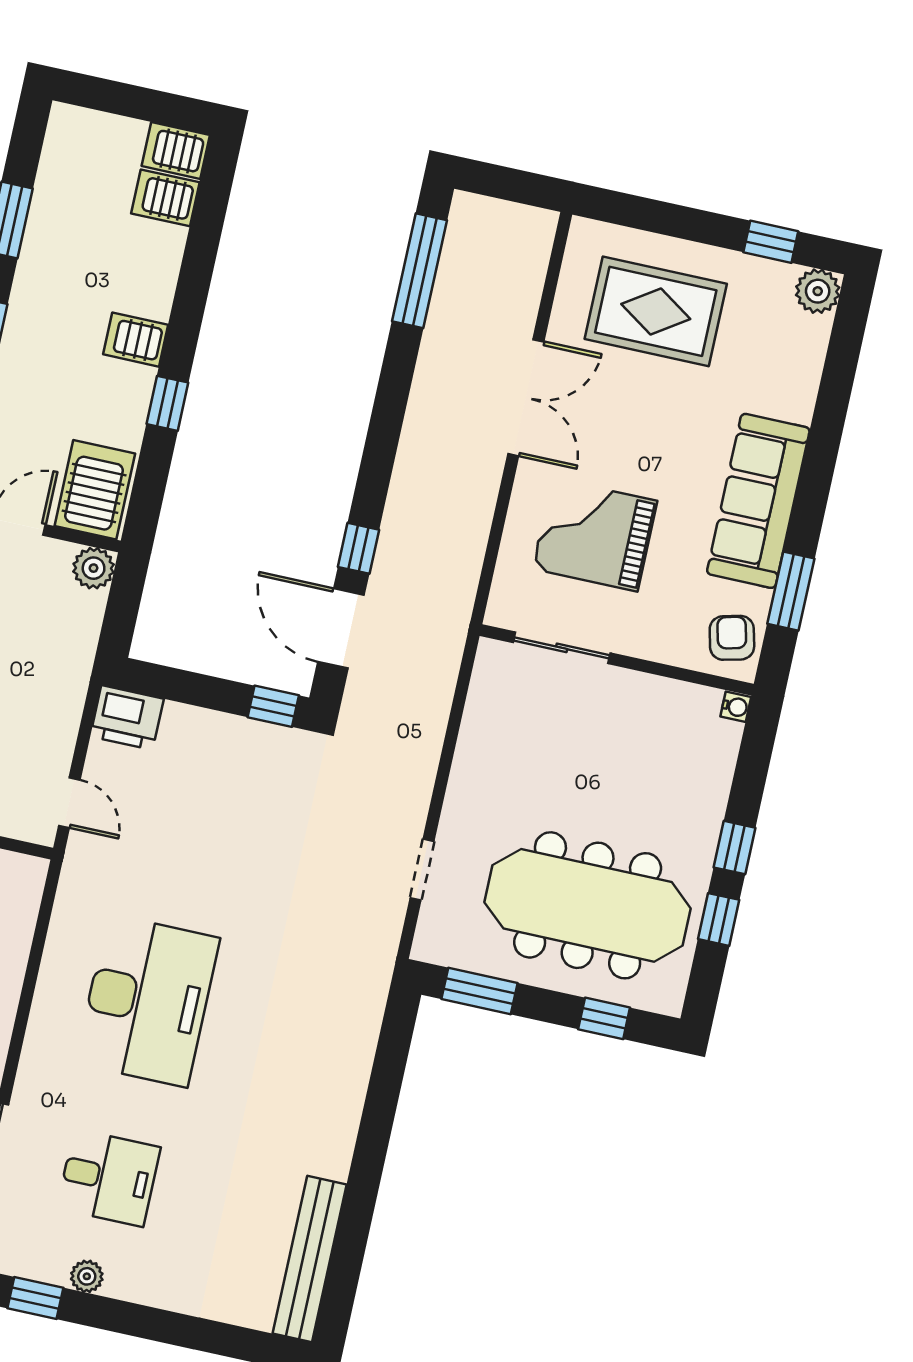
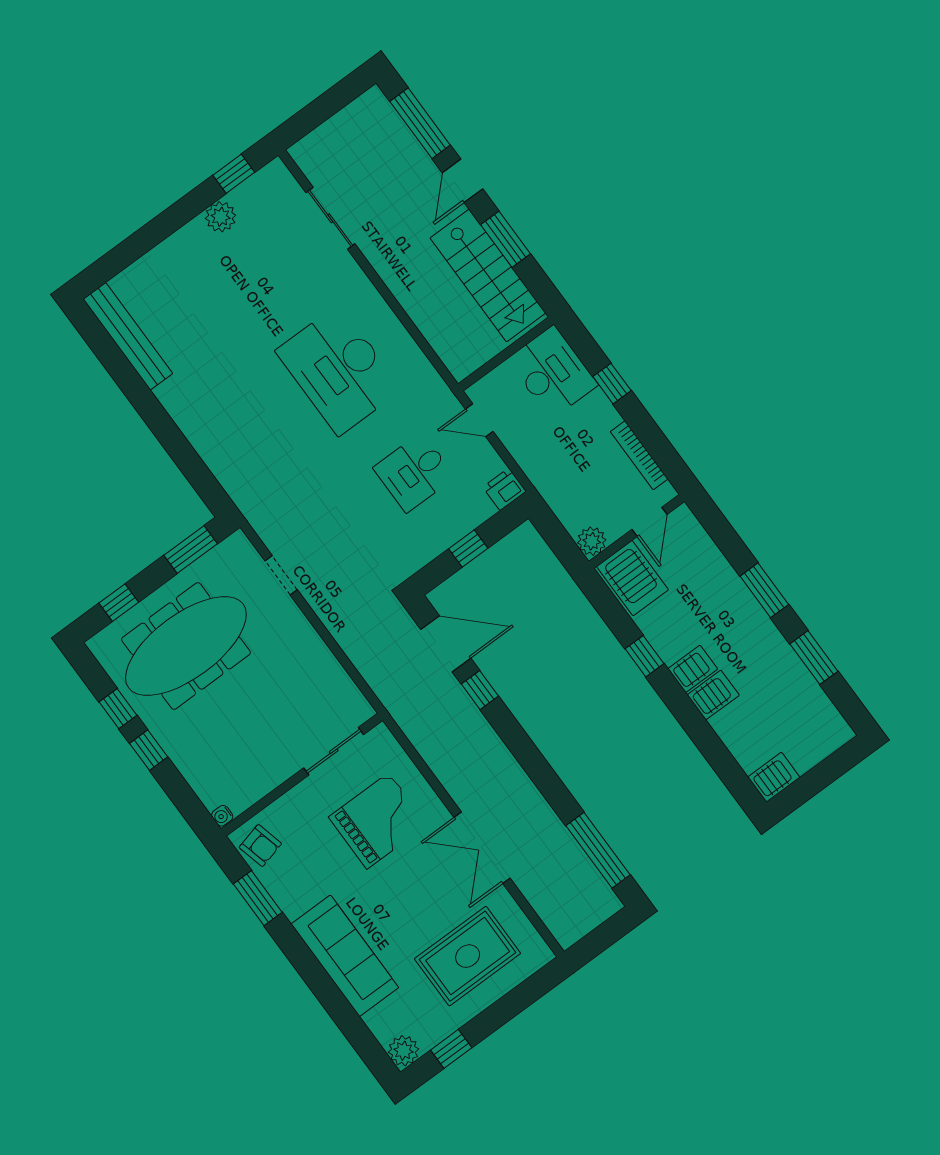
server rack: (165, 198) -> (713, 695), moved
sofa: (758, 501) -> (345, 956), moved
window: (273, 706) -> (468, 548), moved
printer: (127, 718) -> (504, 489), width x0.73, depth x0.81
desk: (109, 1178) -> (414, 472), moved
plant: (87, 1276) -> (221, 217), width x1.38, depth x1.38

